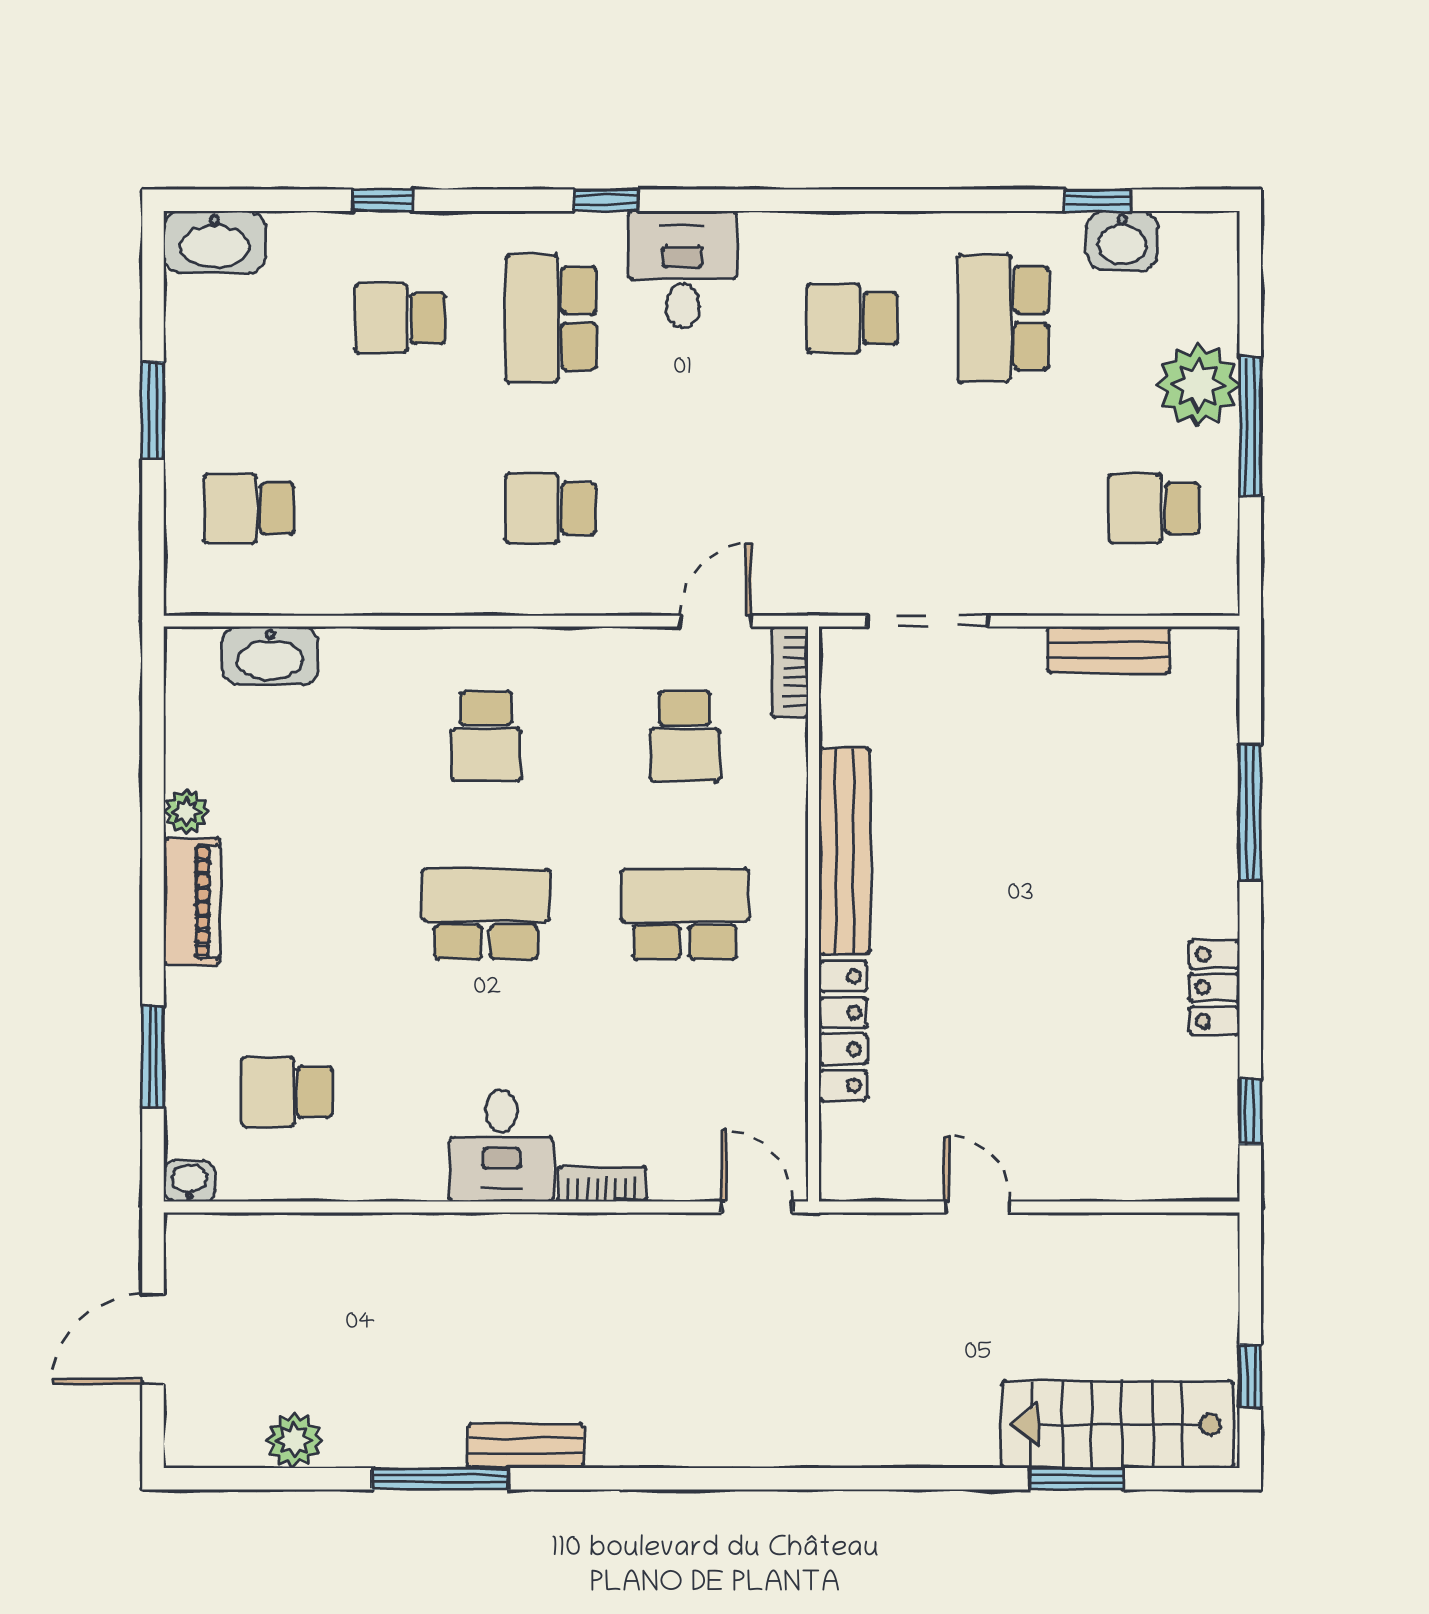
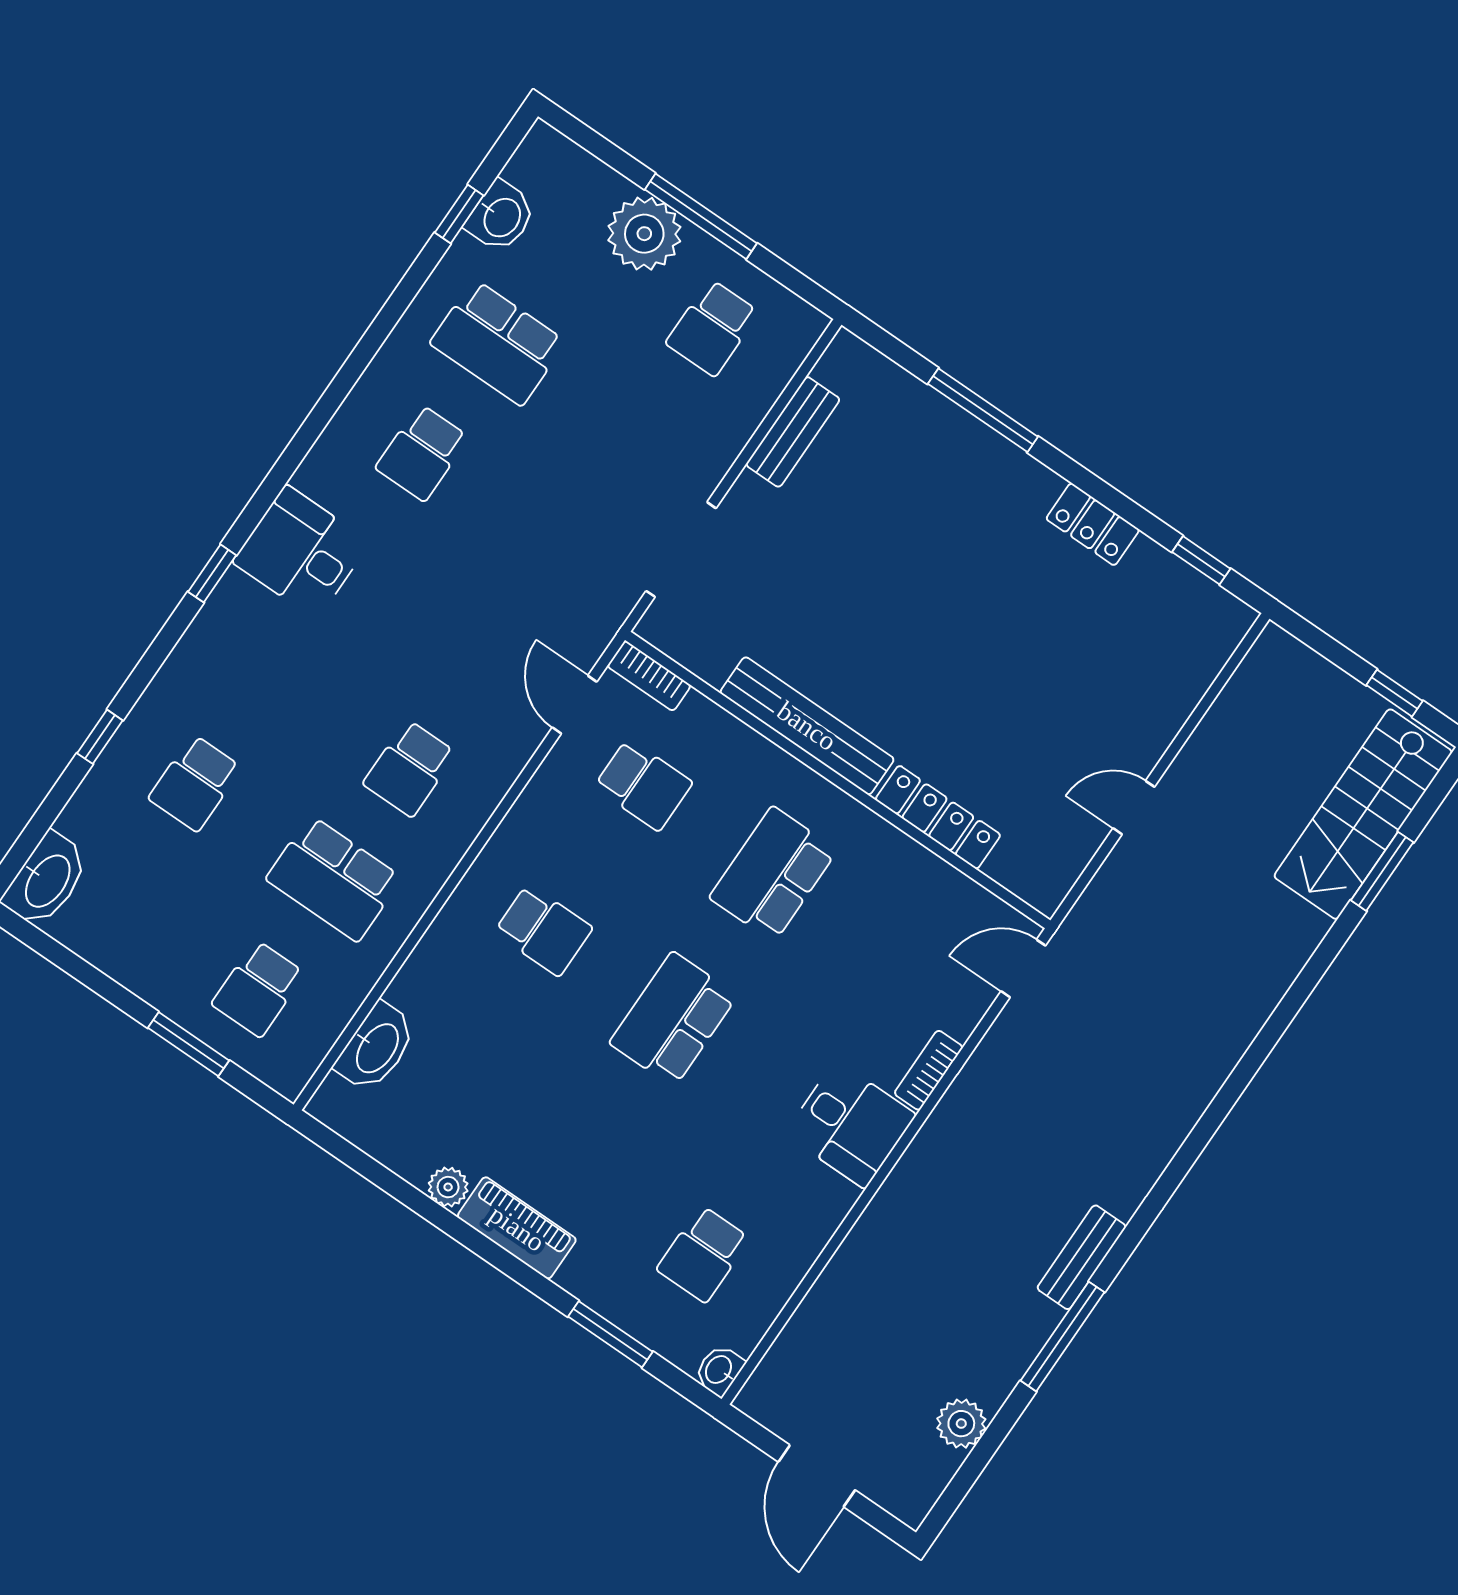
school desk: (551, 318) -> (334, 878), moved
window: (153, 410) -> (188, 1044), moved

